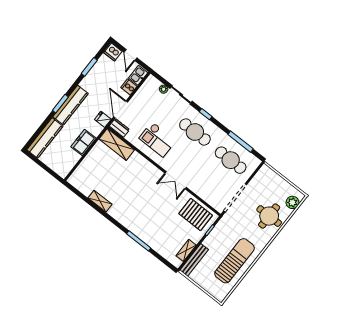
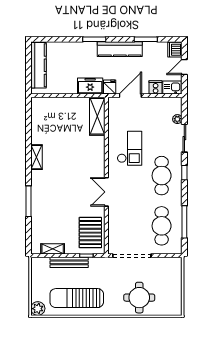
kitchen counter: (71, 105) -> (120, 49), moved
dresser: (119, 128) -> (113, 107), removed
kitchen counter: (45, 138) -> (38, 65), moved, turned -90
checkout: (158, 139) -> (129, 148), turned 180
freezer: (84, 143) -> (90, 86), moved
shelving: (100, 201) -> (37, 157), moved
plant: (292, 202) -> (38, 309), moved
bench: (194, 260) -> (69, 262), moved
sun lounger: (235, 261) -> (77, 298), turned 180

